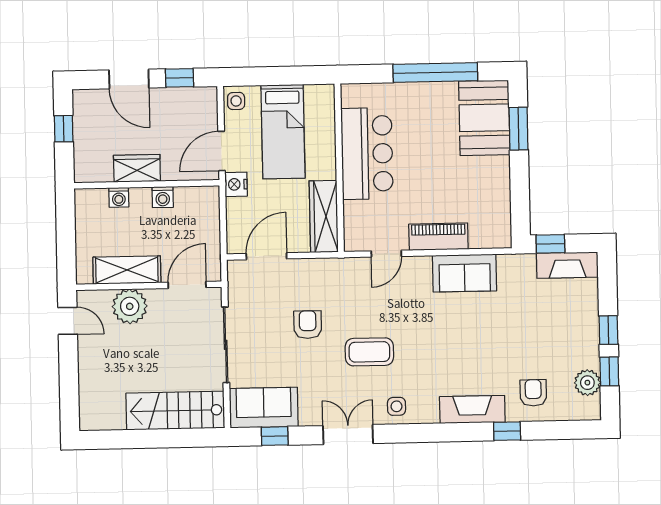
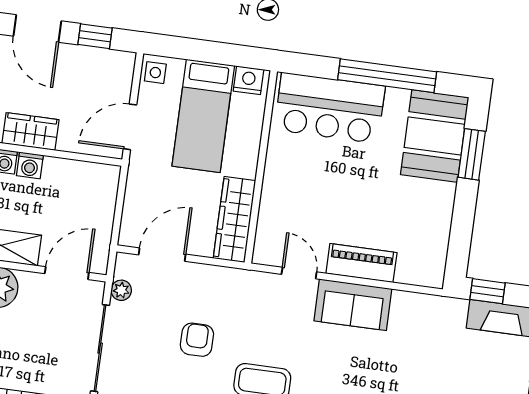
bar counter: (367, 154) -> (330, 108), moved, turned 90
nightstand: (236, 184) -> (249, 80), moved, turned 90
washing machine: (163, 197) -> (30, 165), moved
door: (386, 254) -> (299, 273), swing flipped
sofa: (465, 273) -> (353, 305), moved
plant: (236, 292) -> (121, 290), added

